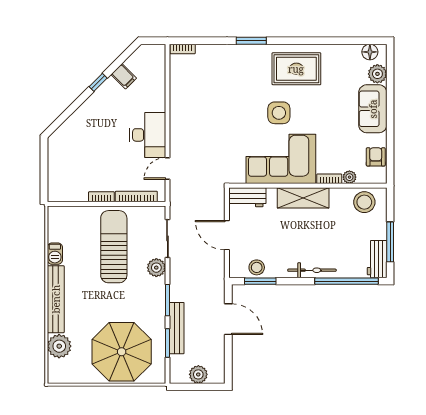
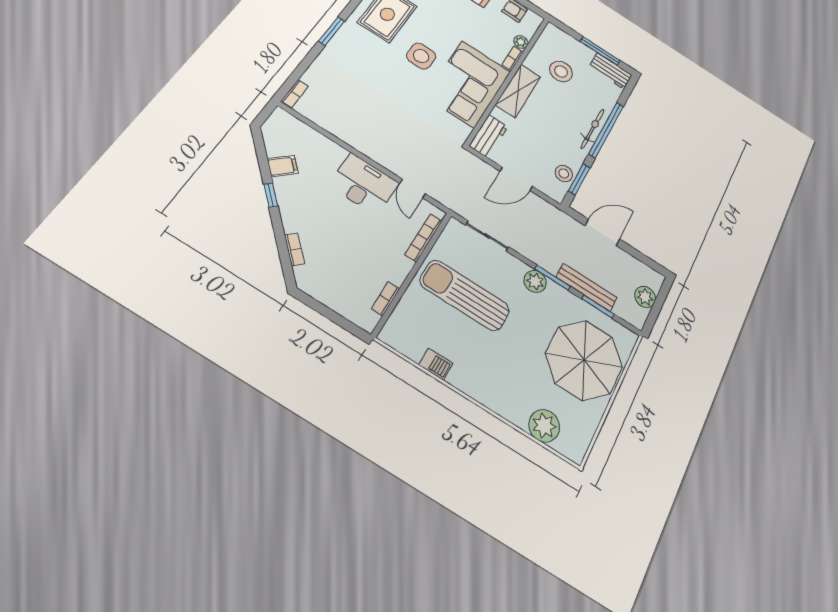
bookcase: (72, 121) -> (295, 249), added
bookcase: (101, 197) -> (386, 299), moved
stool: (364, 202) -> (561, 71), moved
plant: (156, 268) -> (535, 281), moved
window: (346, 281) -> (606, 130), moved
bench: (56, 299) -> (489, 396), removed

